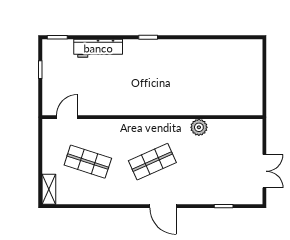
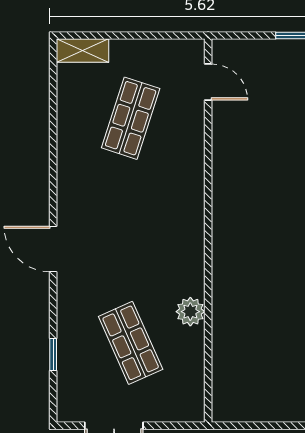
shop shelf: (152, 162) -> (131, 343), moved
door: (163, 206) -> (53, 249), hinge flipped

